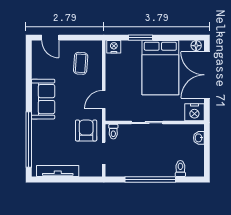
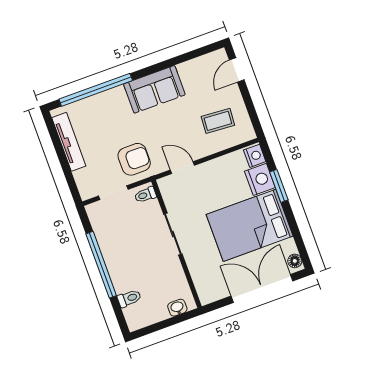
nightstand: (194, 112) -> (260, 179), moved, turned 180

